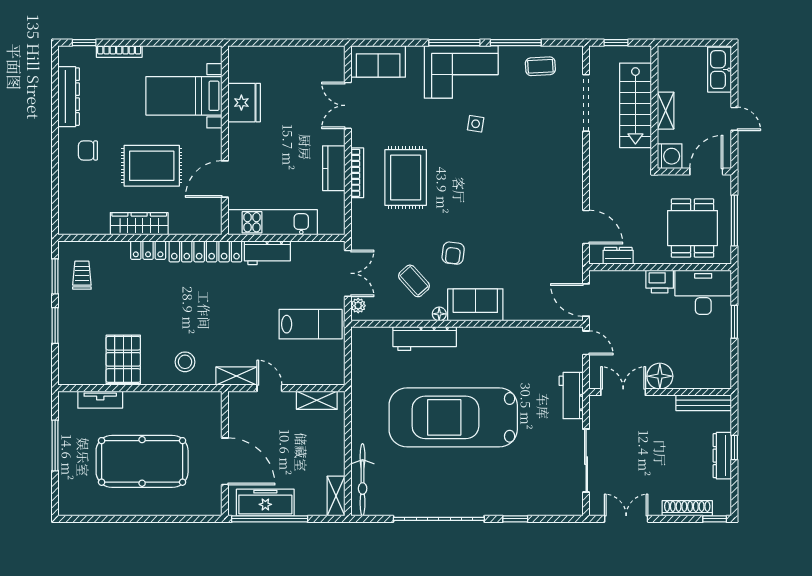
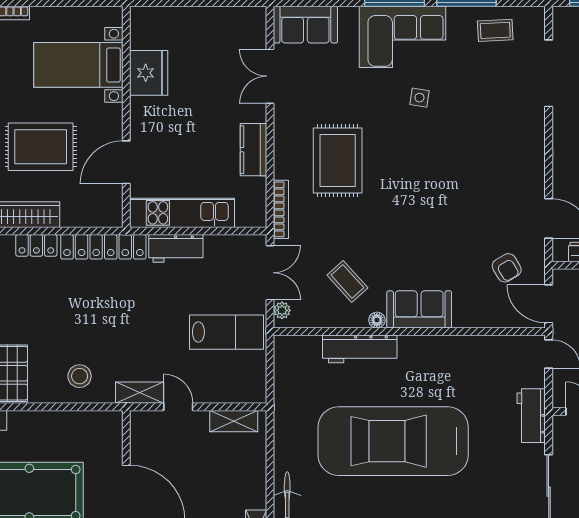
bookcase: (357, 173) -> (281, 209), moved
armchair: (453, 253) -> (507, 268), moved, turned -38

